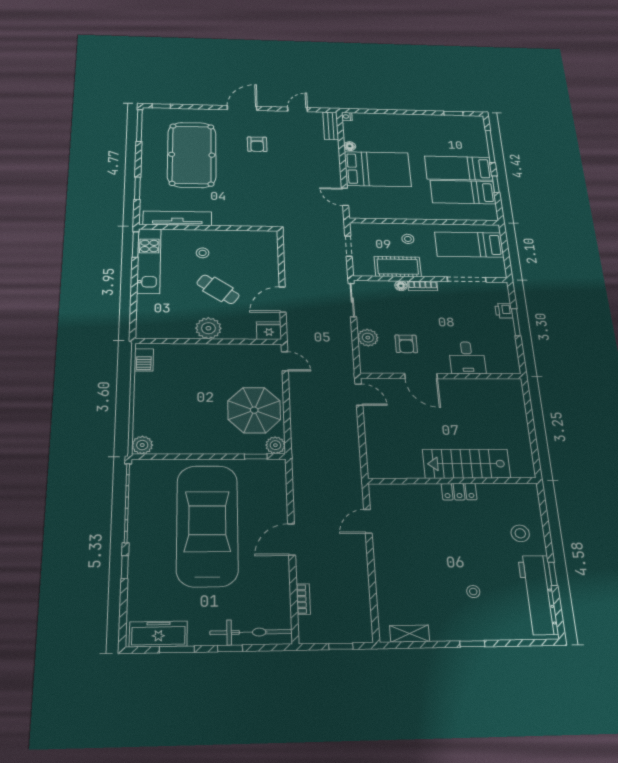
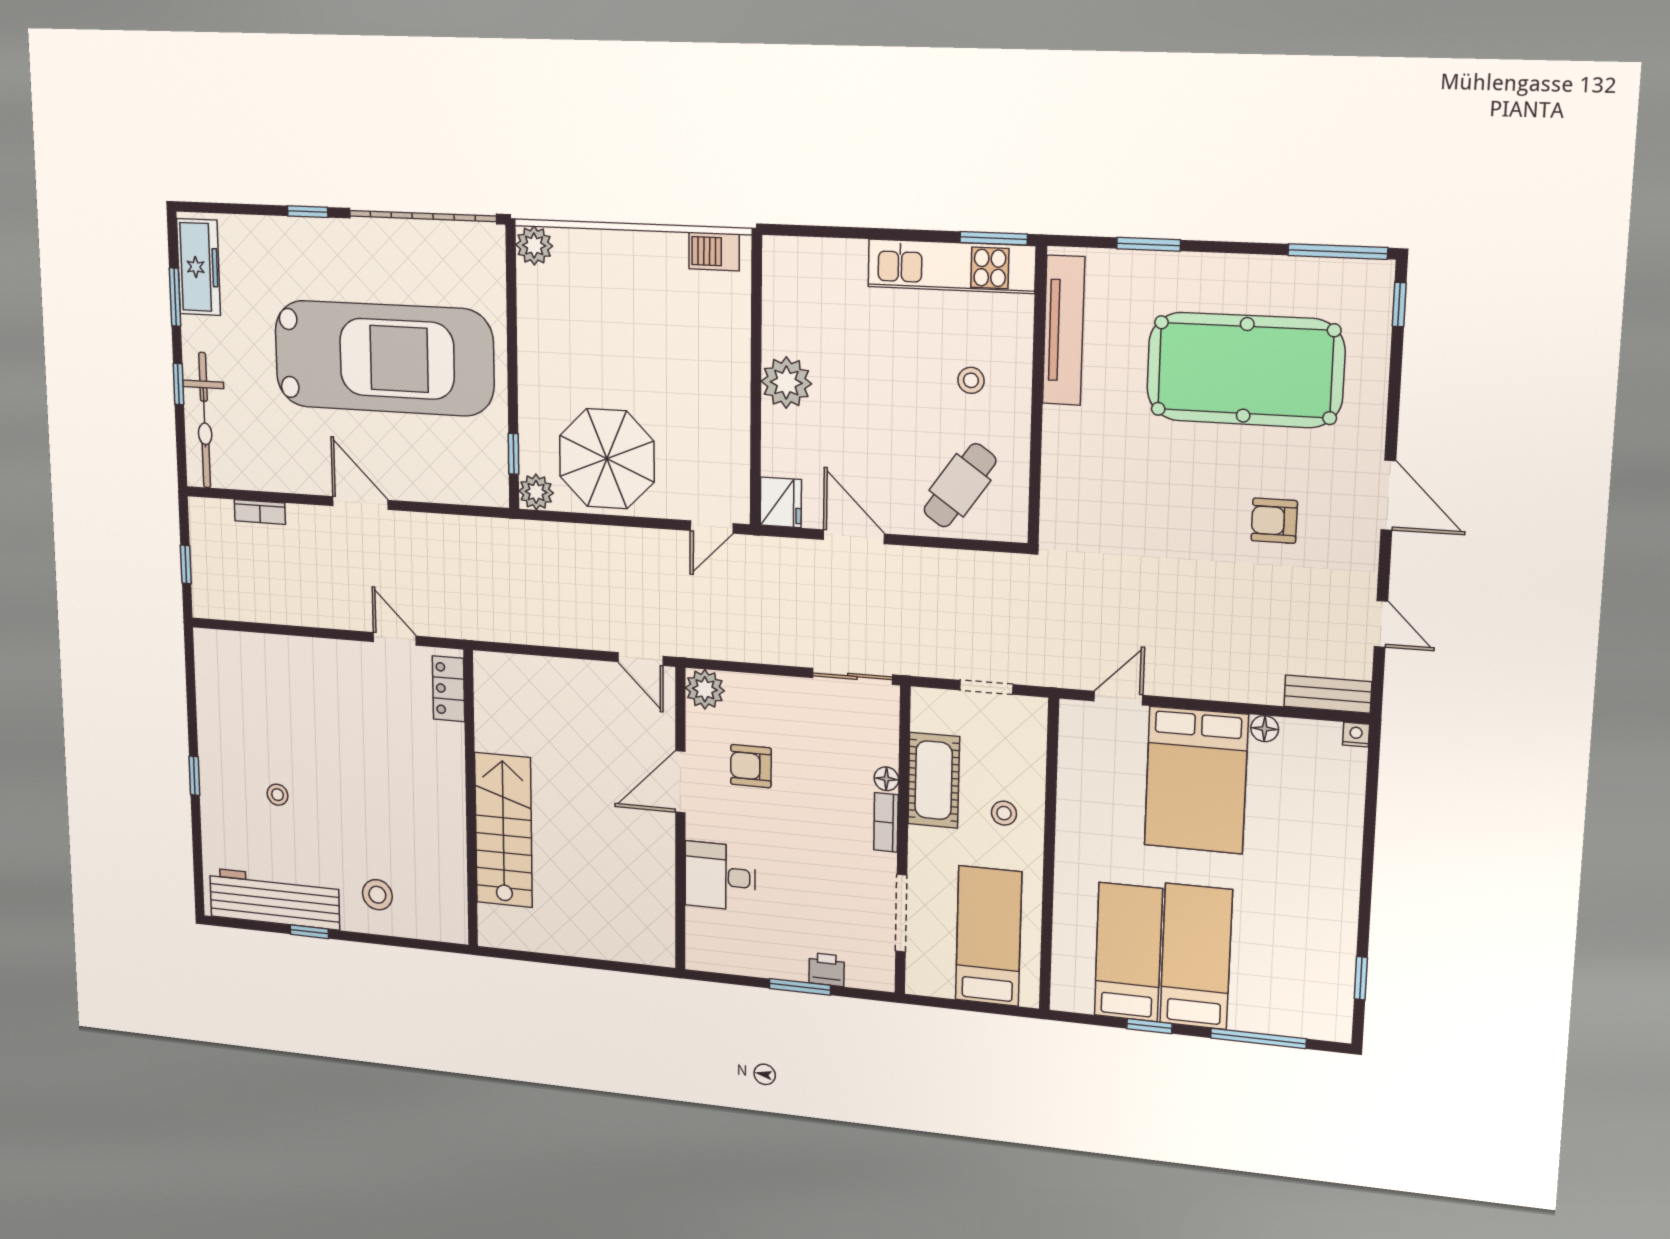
cafe table: (218, 289) -> (960, 485), moved
plant: (368, 338) -> (705, 689), moved
door: (359, 395) -> (640, 659), hinge flipped
locker: (459, 492) -> (448, 689), moved
shelving: (410, 634) -> (208, 678), removed

